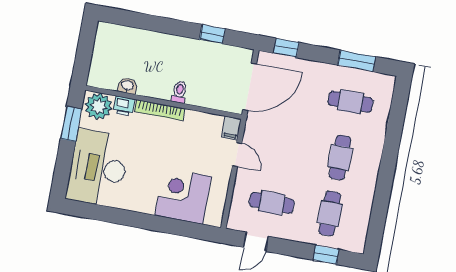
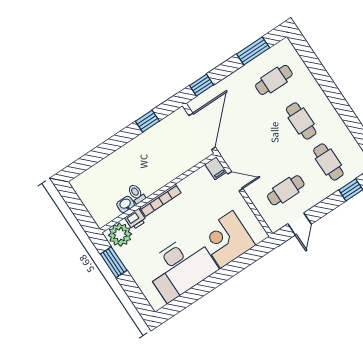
toilet: (179, 92) -> (136, 194), moved
desk: (98, 168) -> (181, 267), moved, turned -90

